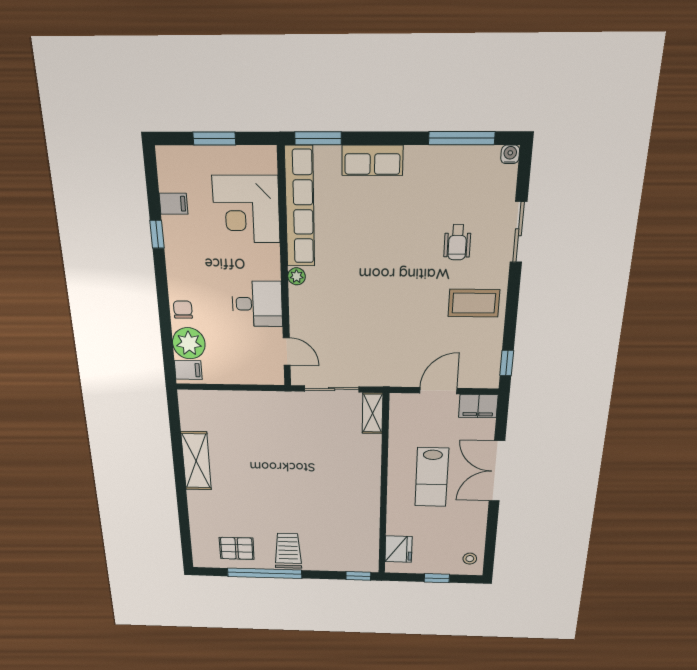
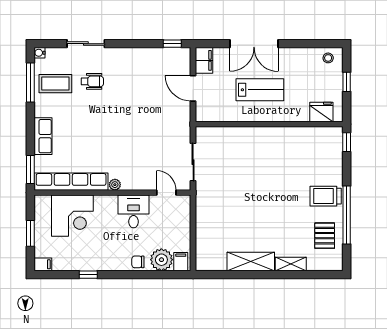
filing cabinet: (173, 204) -> (43, 264), moved, turned 90
coffee table: (474, 303) -> (55, 84), moved, turned 90
door: (287, 351) -> (166, 193), hinge flipped
shelving: (373, 413) -> (291, 264), moved

